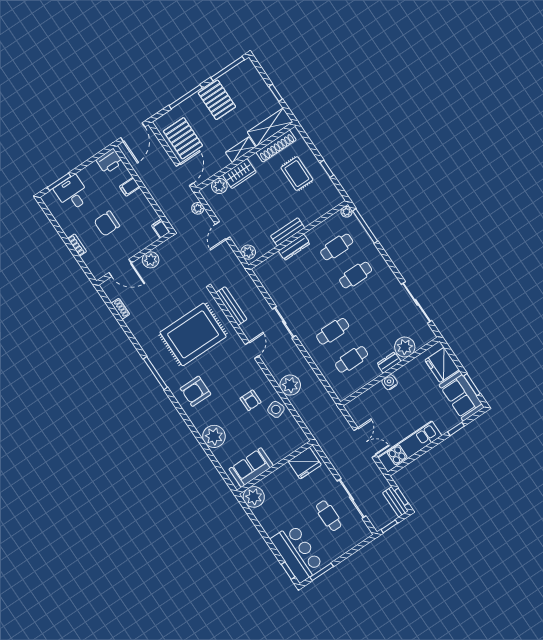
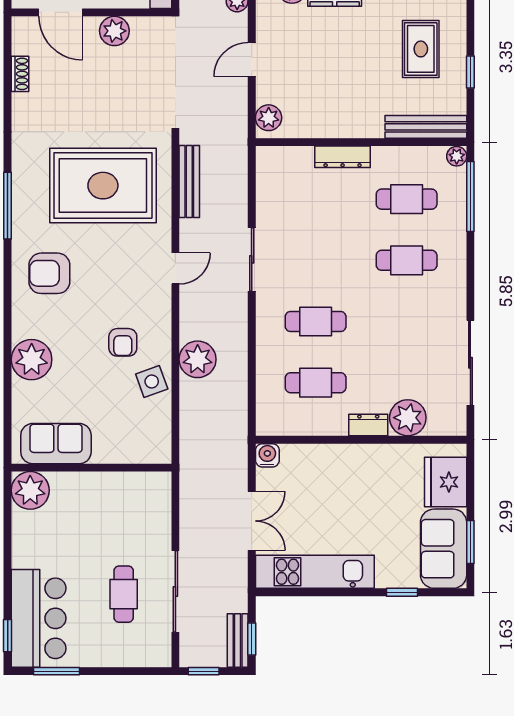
bench: (288, 232) -> (426, 127), moved, width x1.36
water cooler: (390, 382) -> (267, 455), moved
fridge: (305, 463) -> (141, 491), removed

